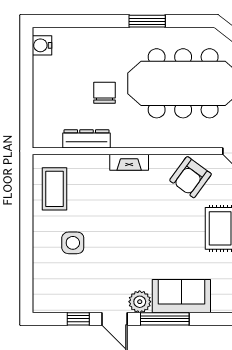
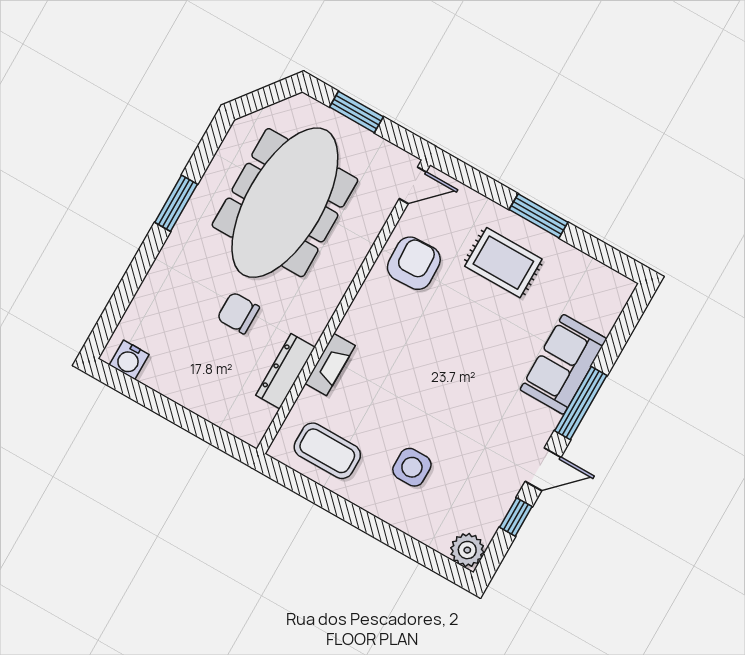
fireplace: (129, 162) -> (330, 364), moved
armchair: (191, 177) -> (414, 263), turned -128
plant: (140, 302) -> (467, 550), moved

